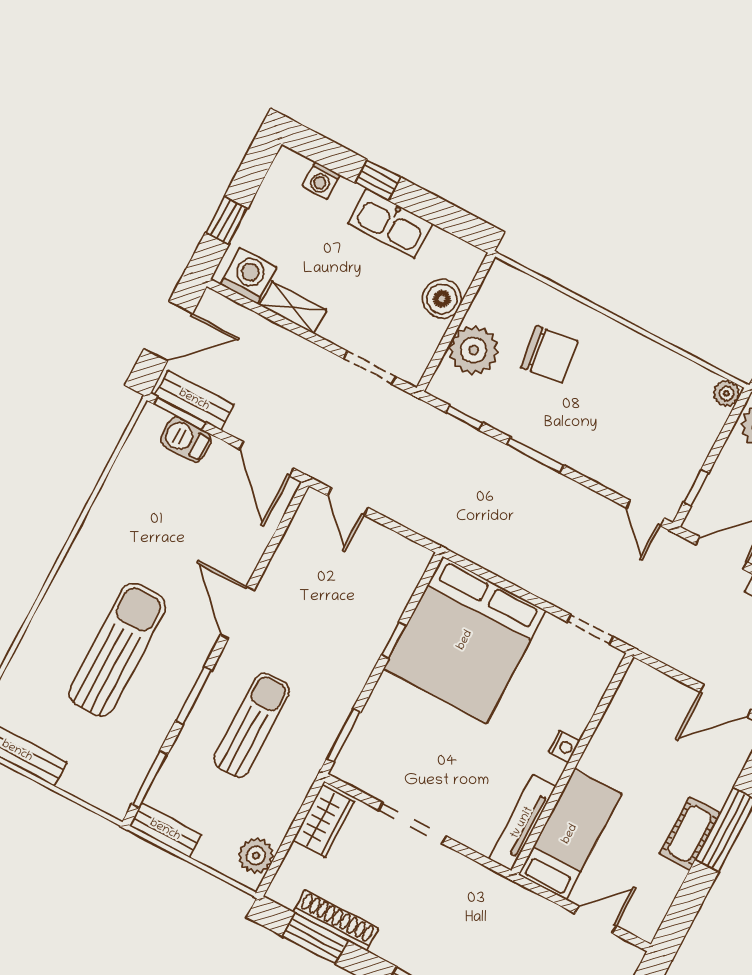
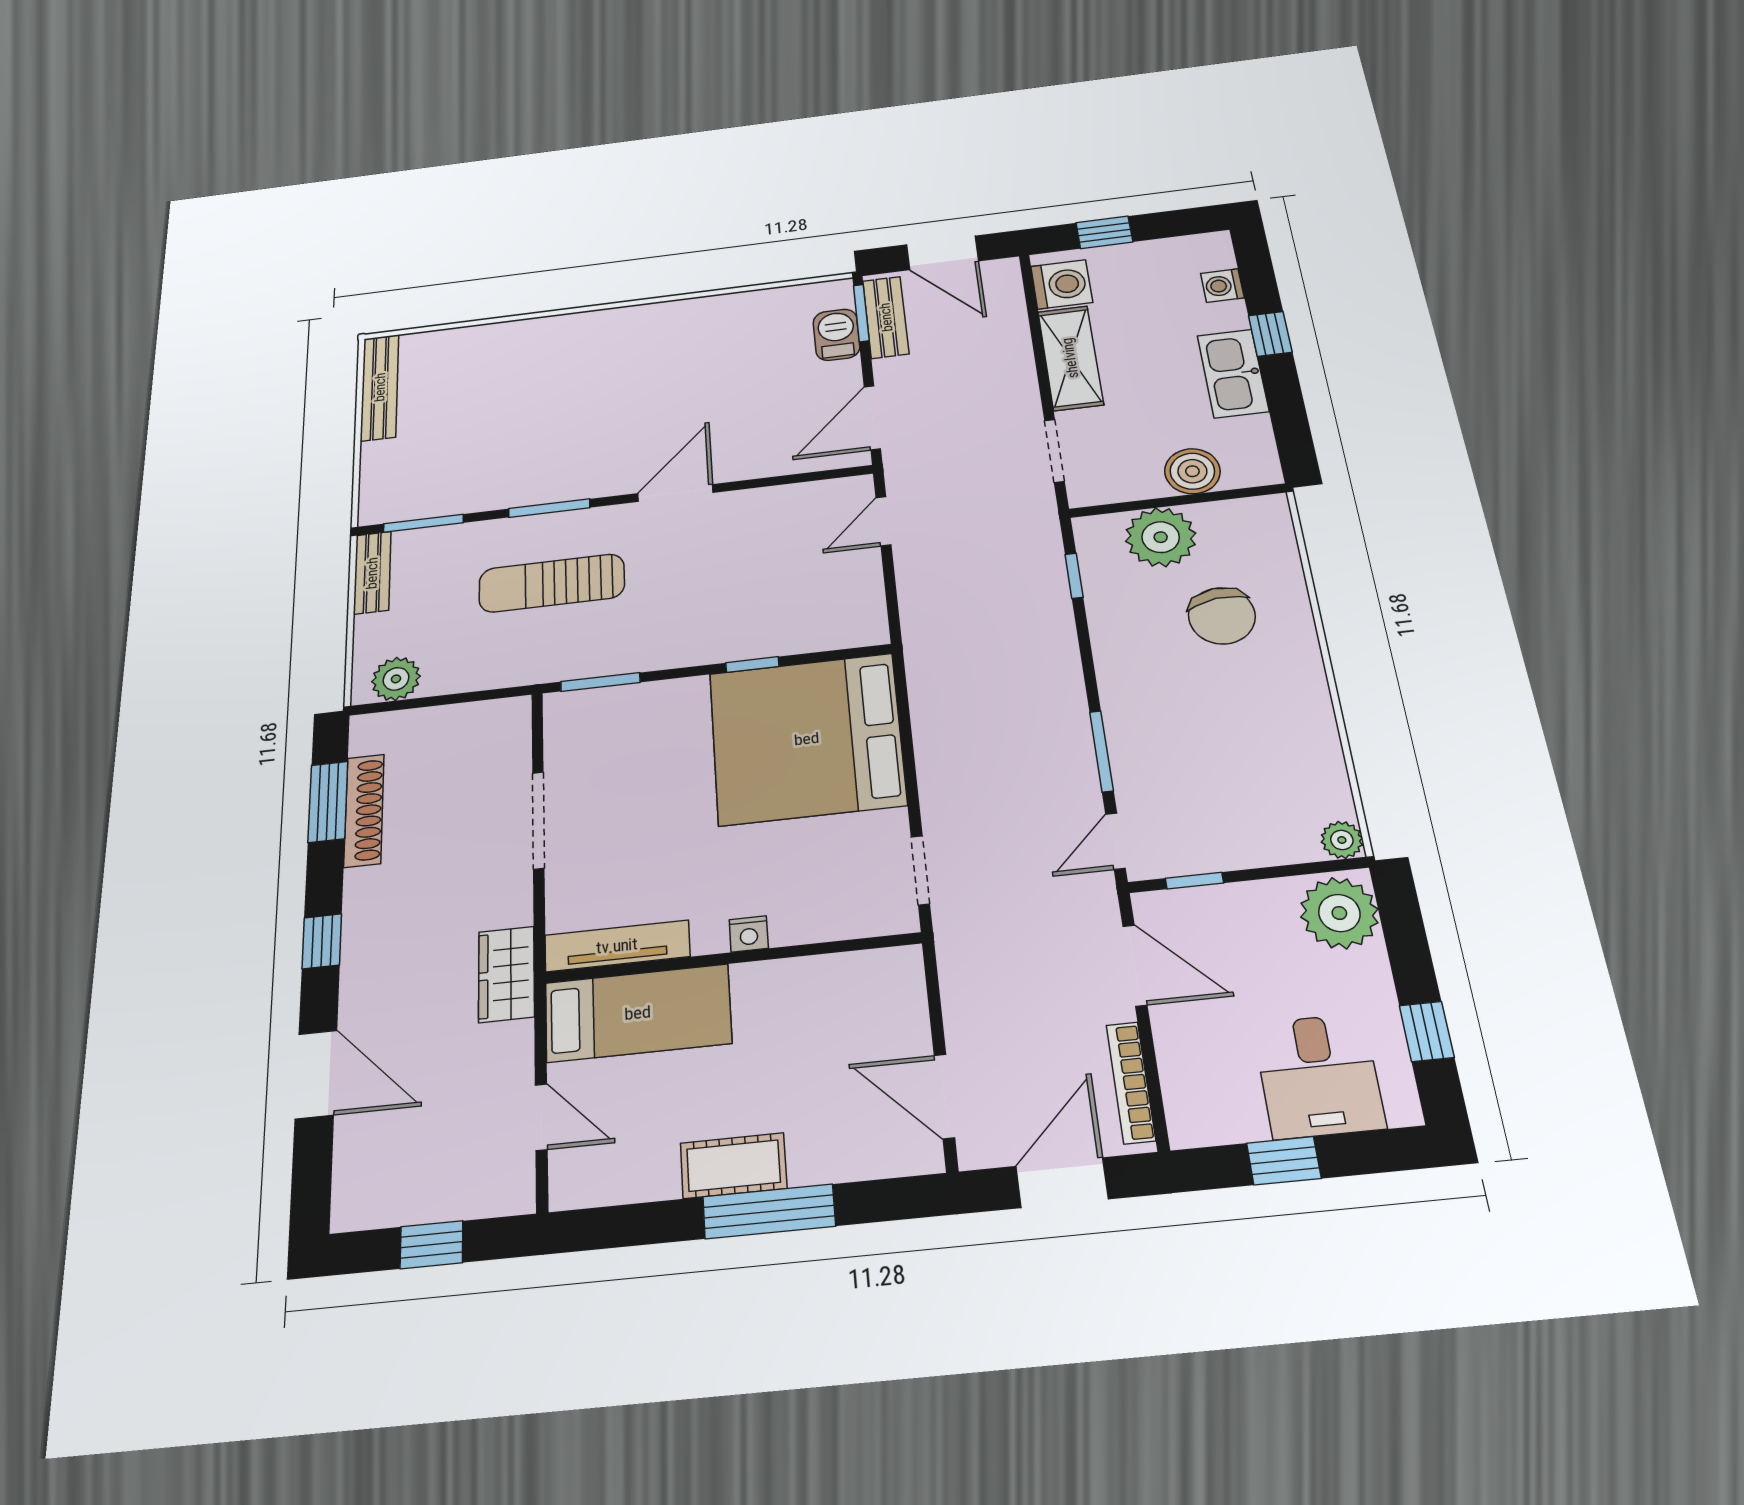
shelving: (293, 307) -> (1070, 358), width x1.50, depth x1.33
window: (535, 455) -> (1101, 751), moved
sun lounger: (117, 650) -> (555, 409), removed
sun lounger: (252, 725) -> (552, 583), turned 180
wardrobe: (323, 821) -> (506, 974), moved, turned 90

